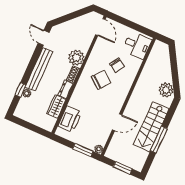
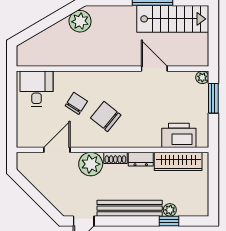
door: (100, 27) -> (57, 150), moved
wardrobe: (56, 107) -> (178, 161), width x1.50
stairs: (151, 127) -> (173, 19), moved
window: (123, 168) -> (213, 33), removed

